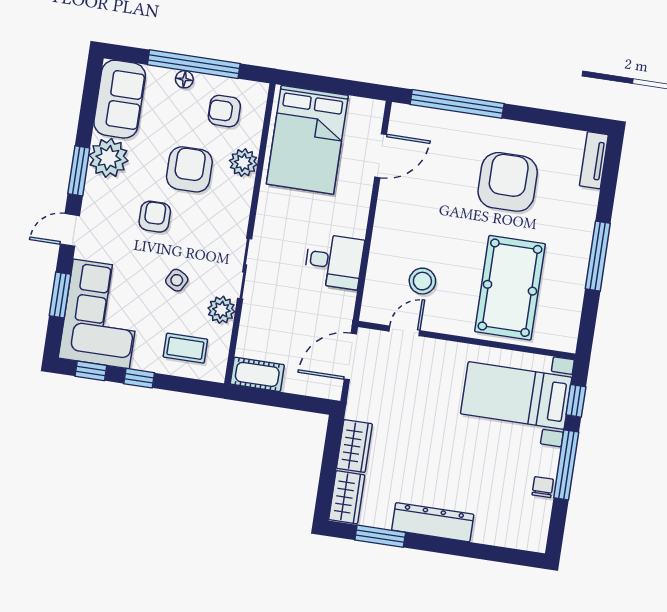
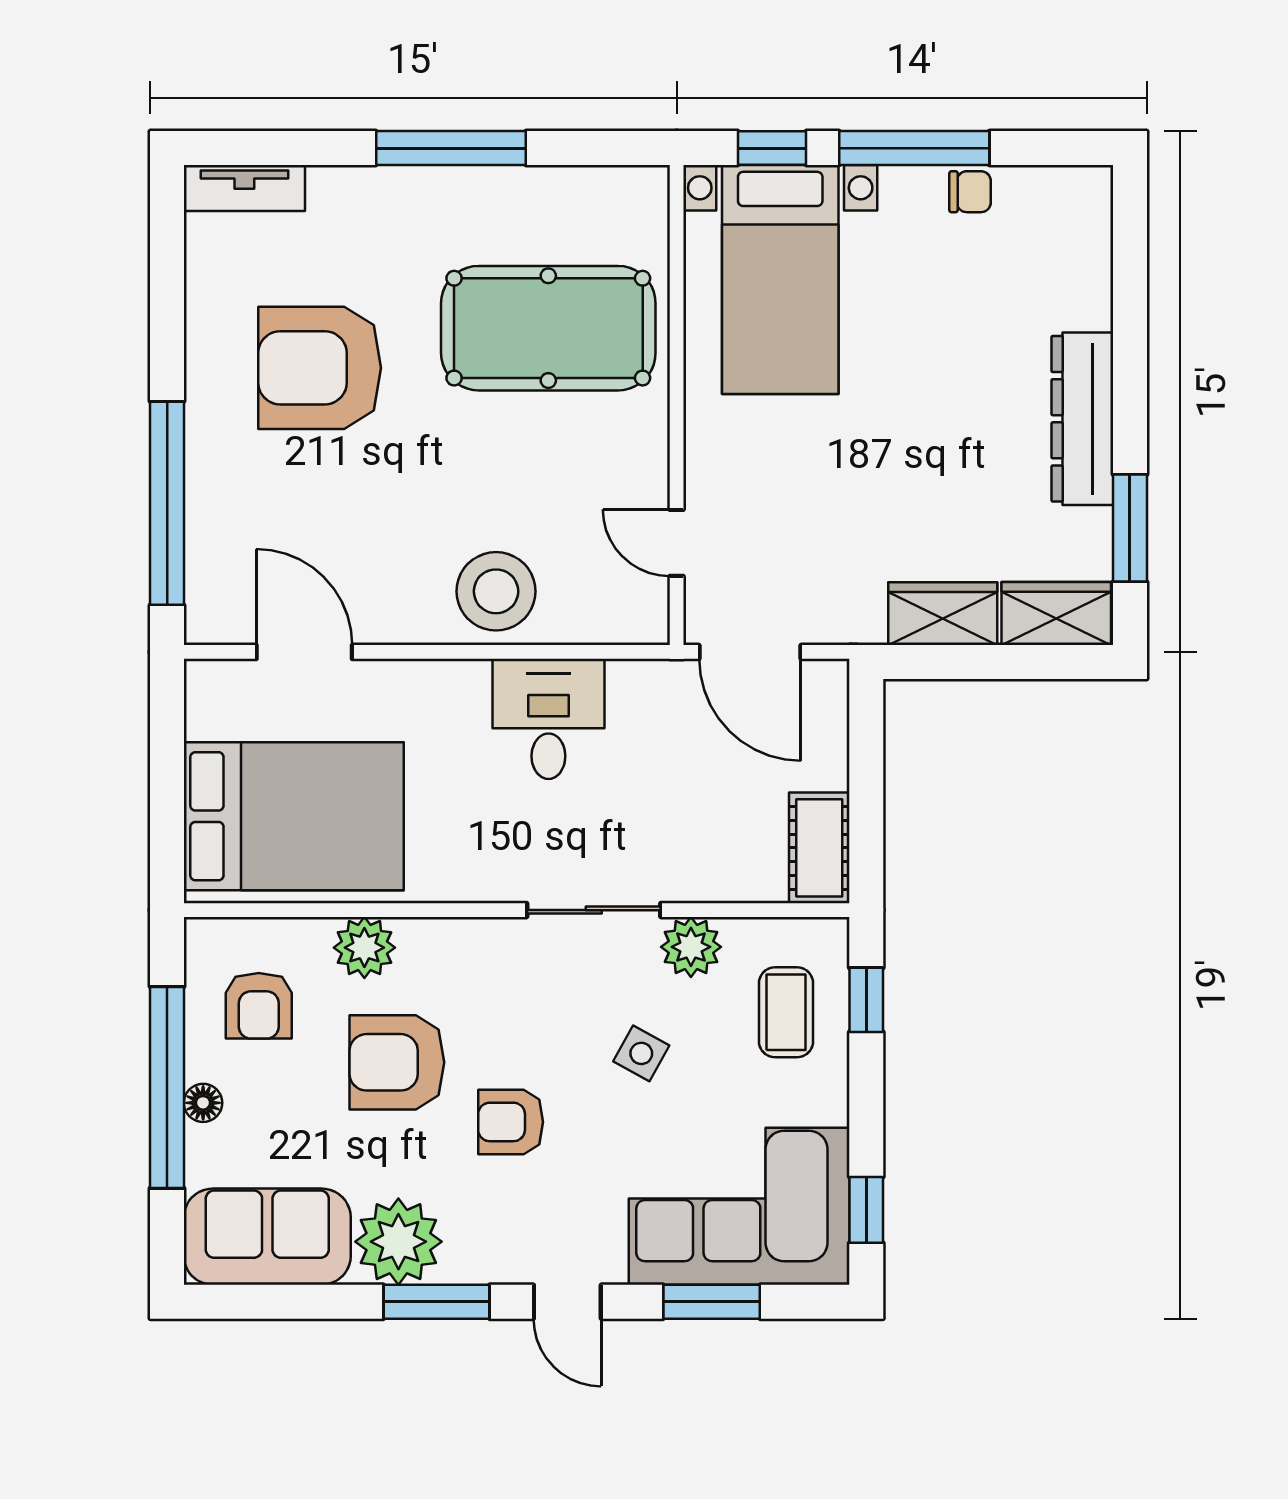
stool: (422, 281) -> (496, 591), moved, width x1.38, depth x1.38
window: (139, 378) -> (866, 1000), moved
chair: (543, 487) -> (970, 192), turned 180

